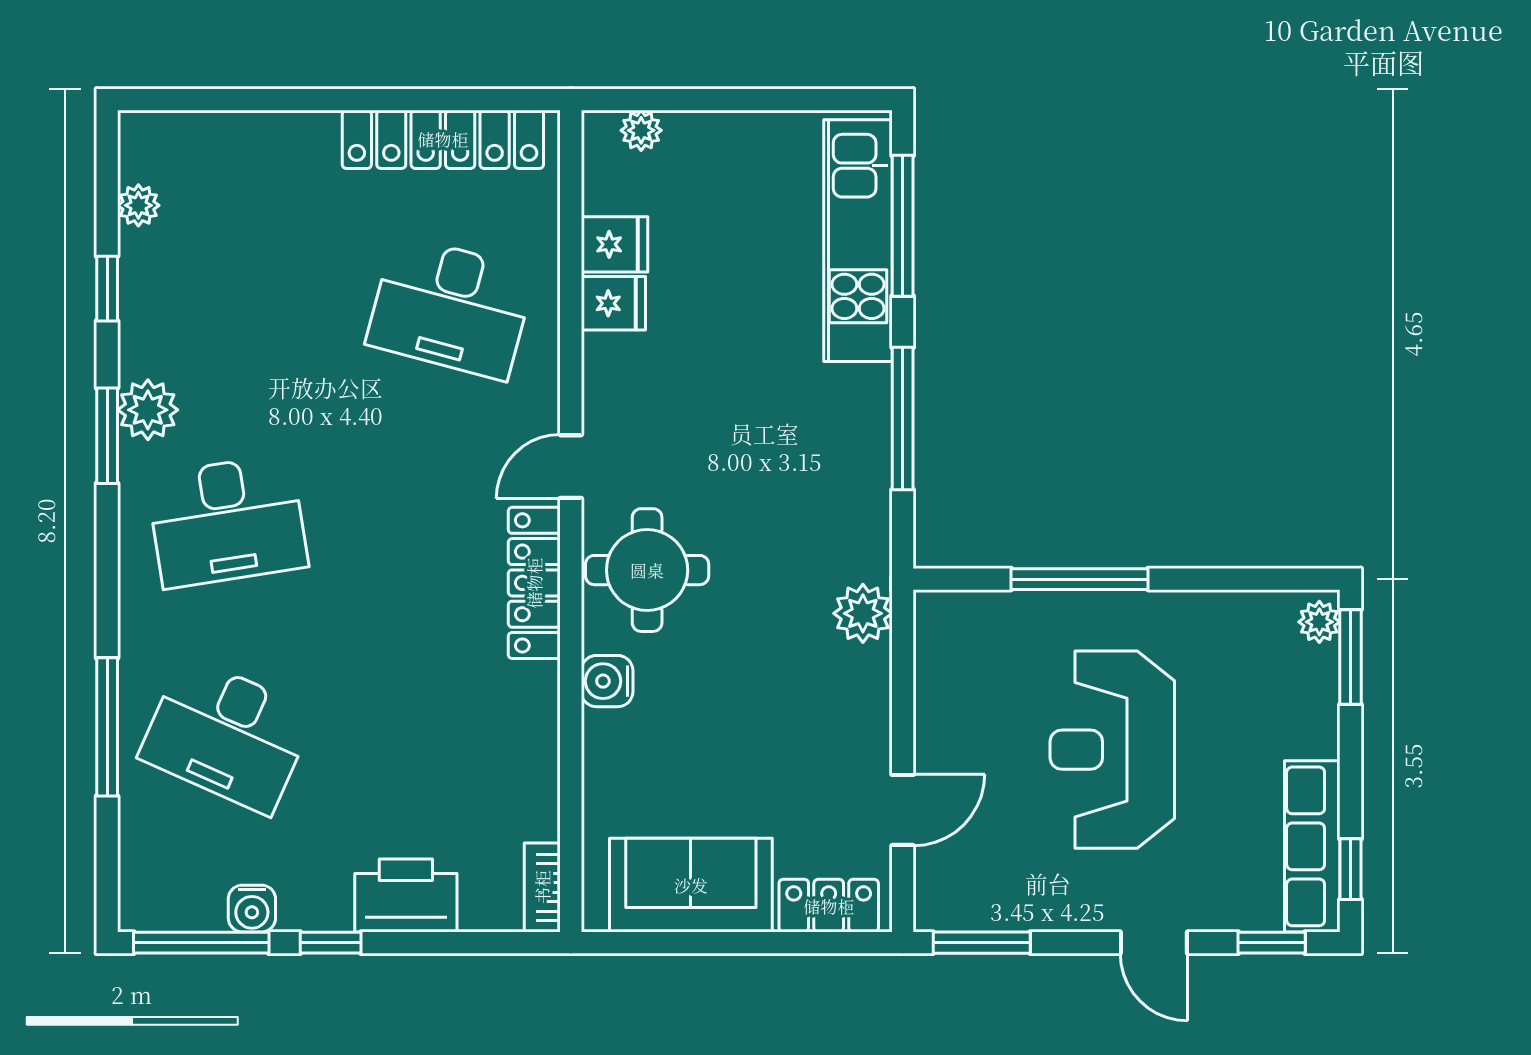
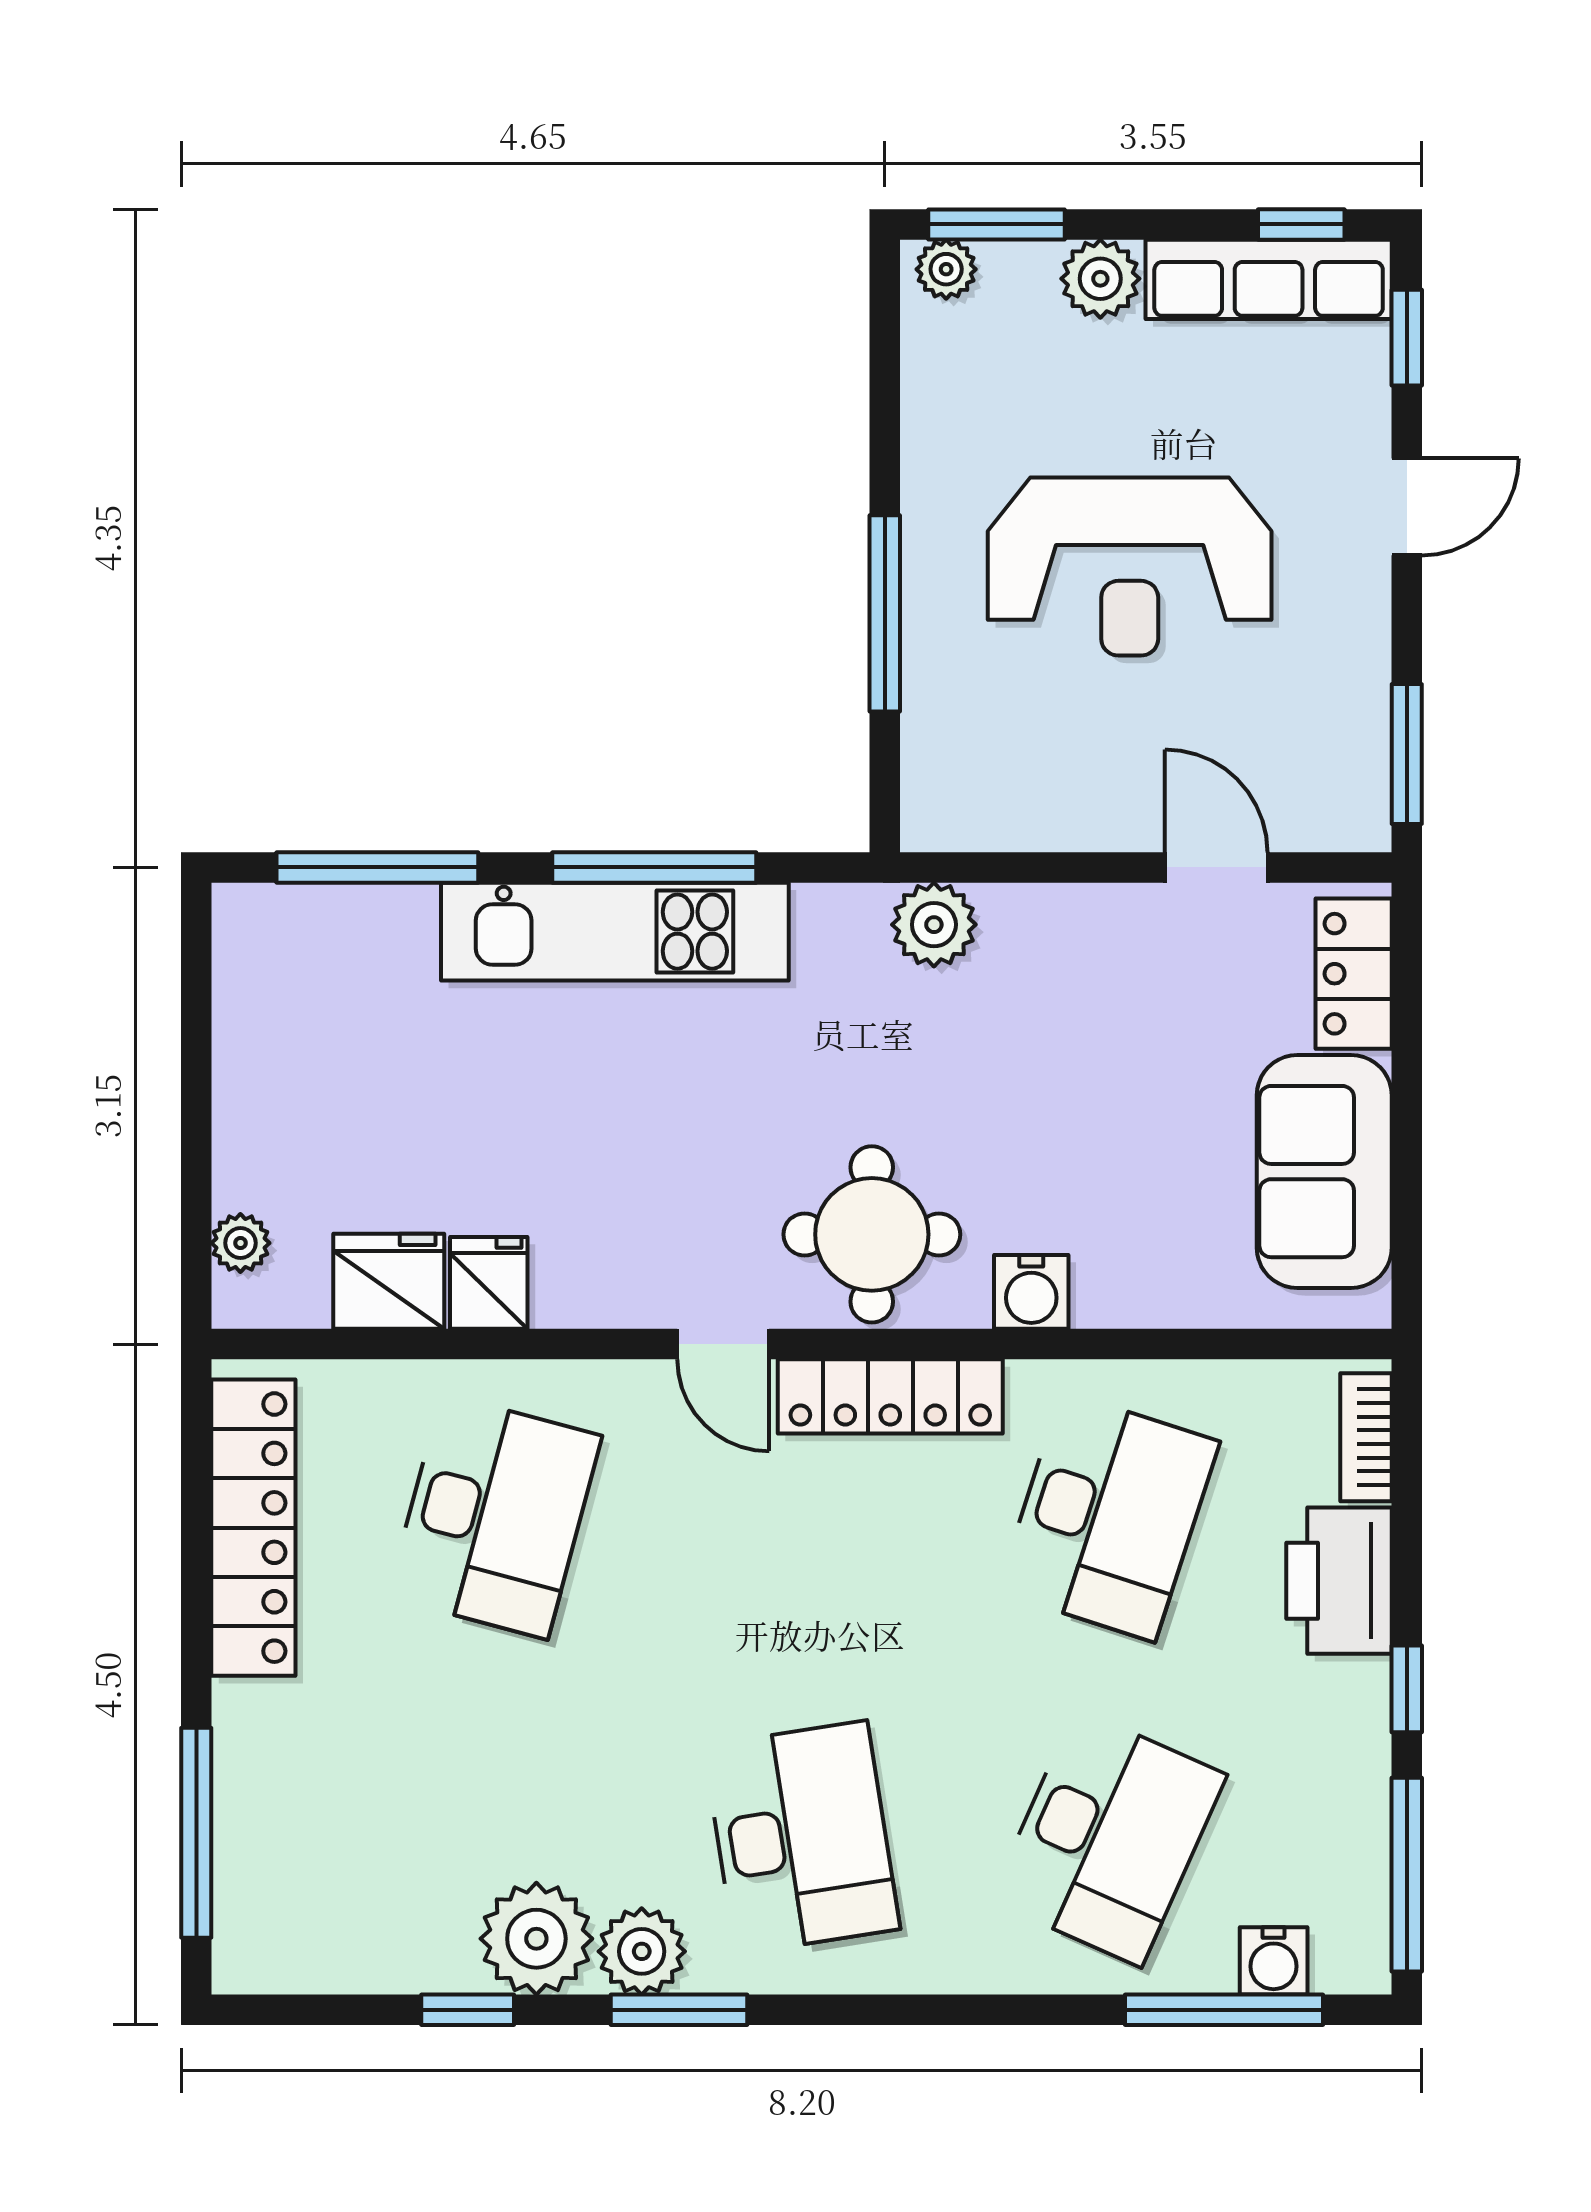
window: (230, 100) -> (196, 1833), added
plant: (138, 205) -> (536, 1939), moved, width x1.88, depth x1.88
kitchen unit: (858, 241) -> (615, 932), moved
fridge: (614, 244) -> (389, 1281), width x1.38
window: (107, 727) -> (1224, 2010), moved
plant: (1313, 729) -> (1100, 279), added
desk: (451, 735) -> (1108, 1516), added
bookcase: (542, 887) -> (1366, 1437), moved, turned 90
water cooler: (252, 909) -> (1274, 1961), moved, turned 90

